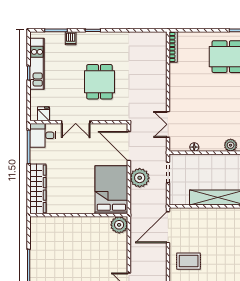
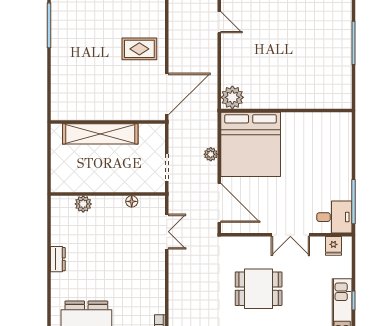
dining table: (99, 82) -> (259, 289), turned 90
double door: (76, 122) -> (290, 235), swing flipped
plant: (140, 178) -> (211, 154), width x0.53, depth x0.53
wardrobe: (38, 189) -> (341, 145), removed
bed: (111, 190) -> (251, 144), width x1.36

